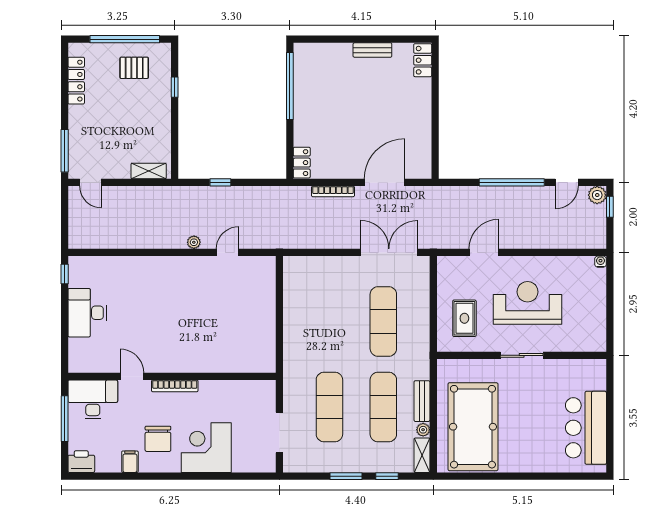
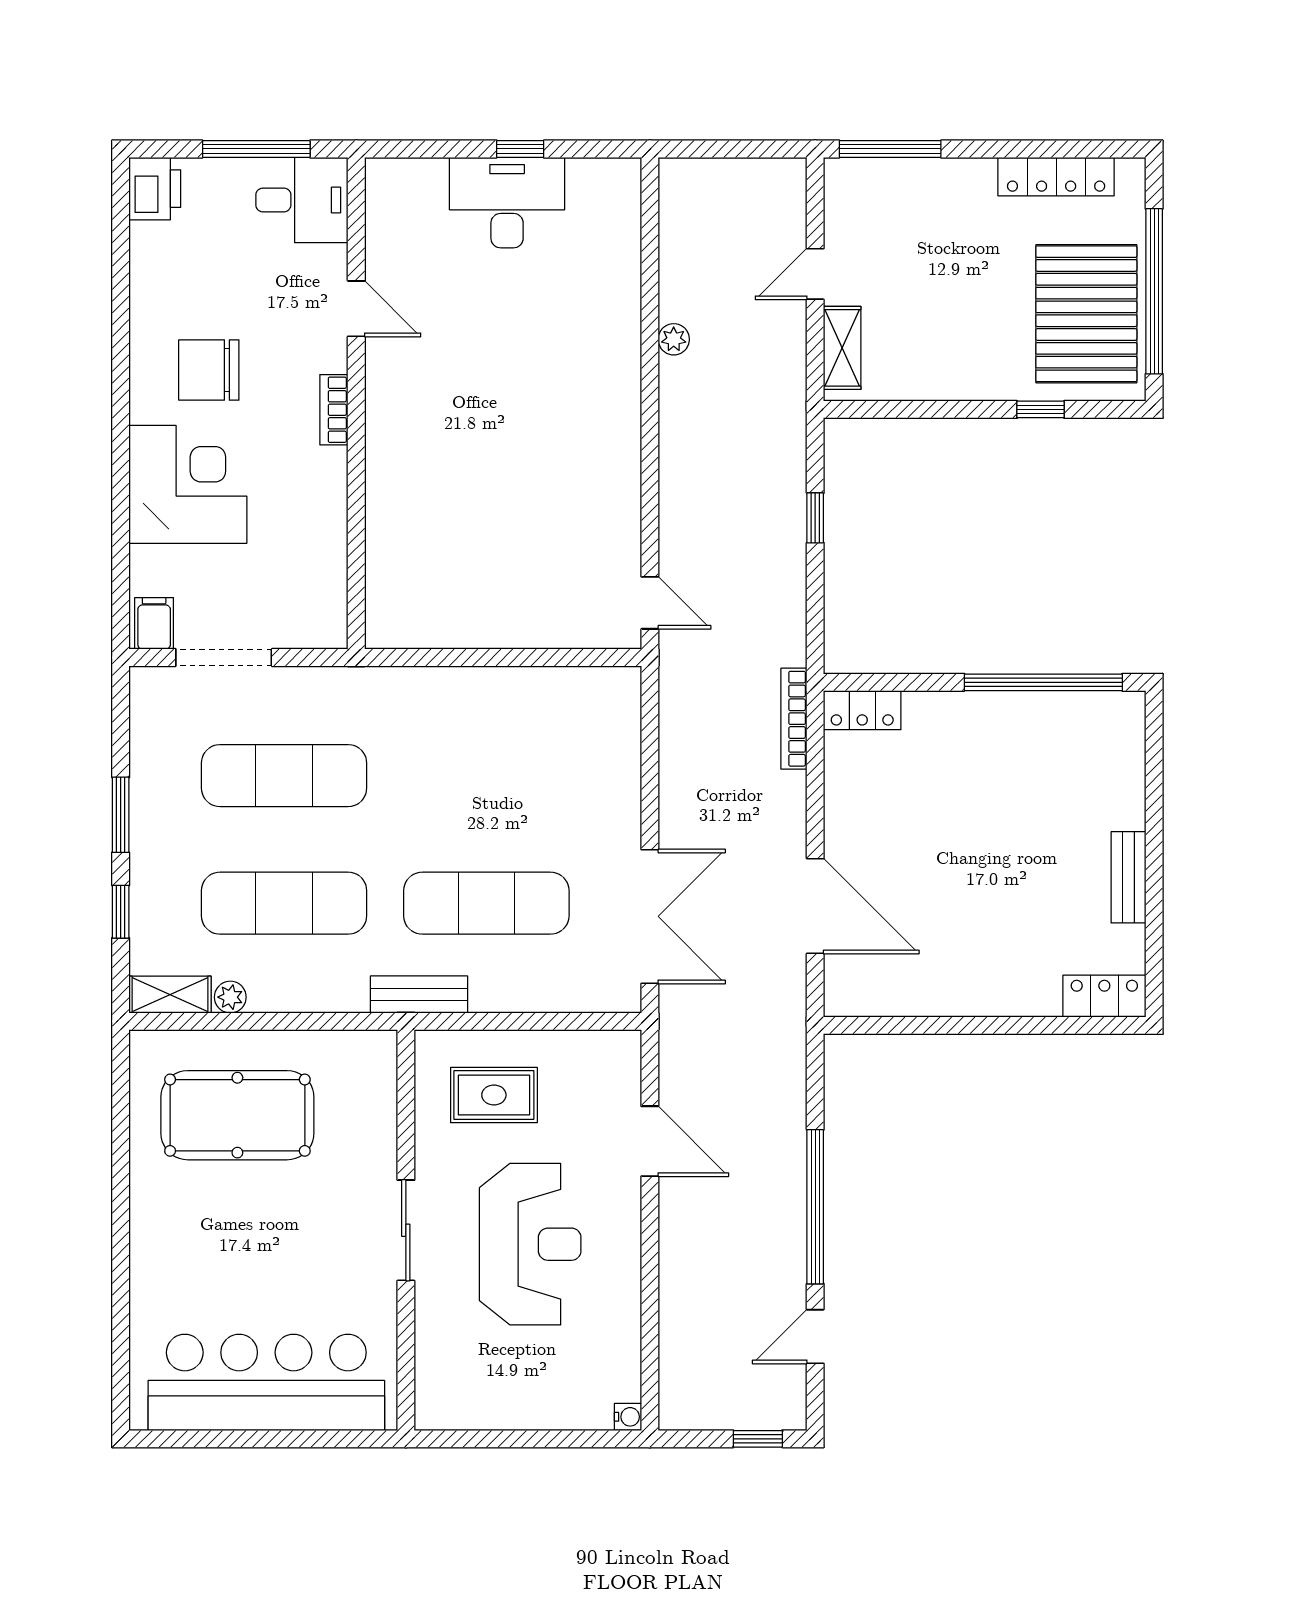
pallet: (134, 68) -> (1086, 314), width x2.05, depth x2.00
door: (90, 182) -> (815, 274), moved
door: (567, 182) -> (815, 1337), hinge flipped
bookcase: (333, 191) -> (794, 719), moved
plant: (597, 195) -> (785, 1409), removed
plant: (194, 242) -> (674, 339), moved
door: (227, 252) -> (650, 603), moved
window: (65, 274) -> (520, 149), moved
door: (132, 376) -> (356, 309), hinge flipped
bookcase: (175, 386) -> (334, 410), width x0.64
desk: (93, 399) -> (302, 200), width x0.73
bench: (422, 401) -> (419, 994), moved
pool table: (473, 427) -> (237, 1115), width x0.73, depth x0.76
bar counter: (586, 428) -> (266, 1382), width x1.36
filing cabinet: (130, 462) -> (154, 623), moved, turned -90

